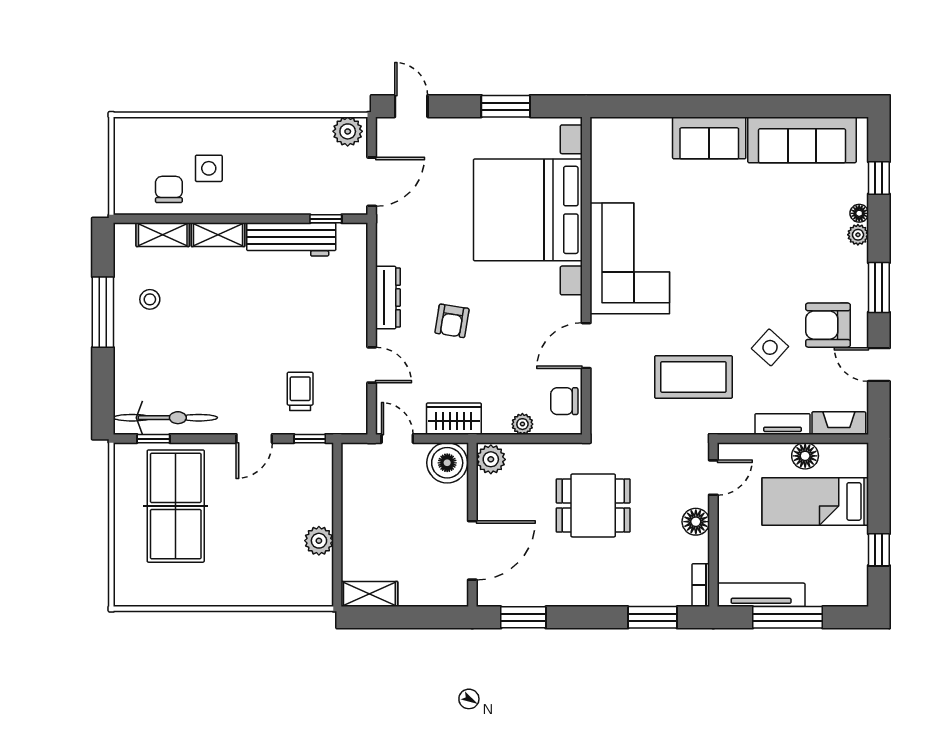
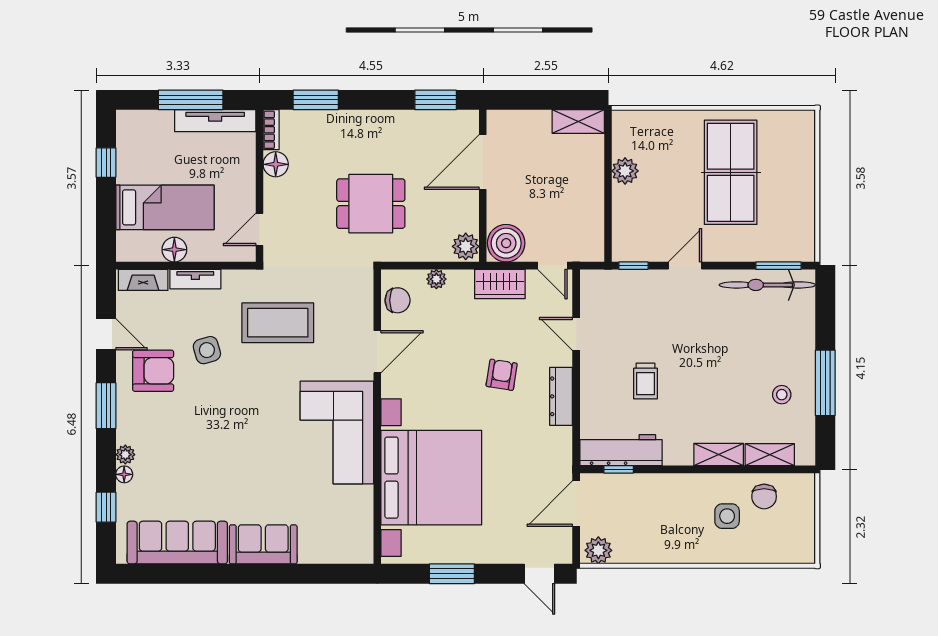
workbench: (291, 239) -> (621, 450), moved
side table: (770, 347) -> (207, 350), turned 31
trolley: (300, 391) -> (646, 381), moved
window: (153, 439) -> (778, 266), width x1.50
table tennis table: (176, 506) -> (731, 172), moved
floor lamp: (696, 522) -> (276, 164), moved

